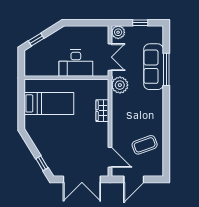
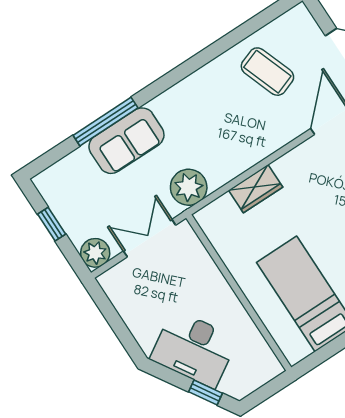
desk: (76, 63) -> (194, 349), moved, turned 148
sofa: (154, 67) -> (126, 141), width x0.73

